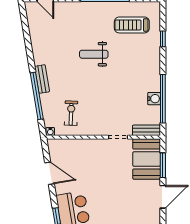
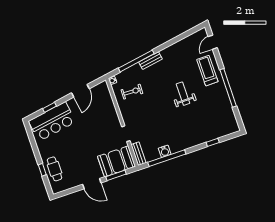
treadmill: (132, 25) -> (207, 71), moved

